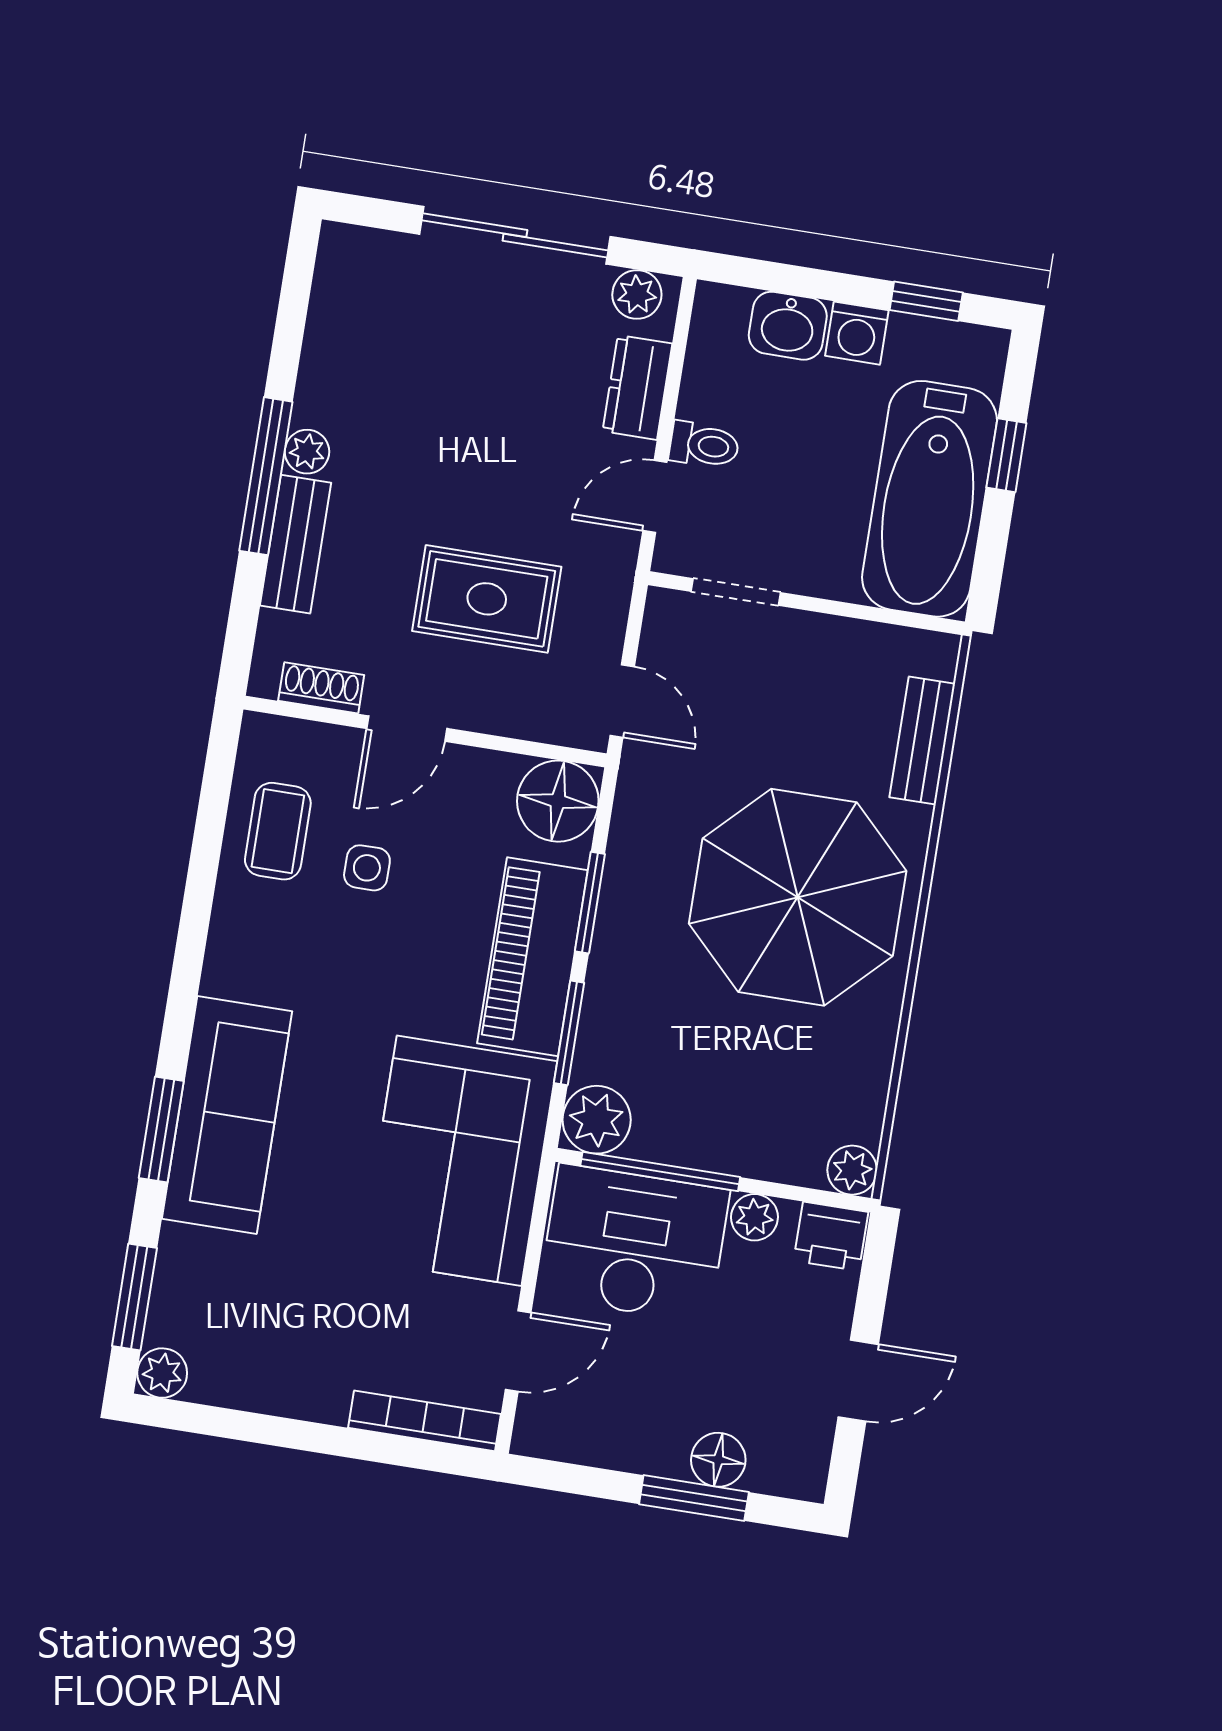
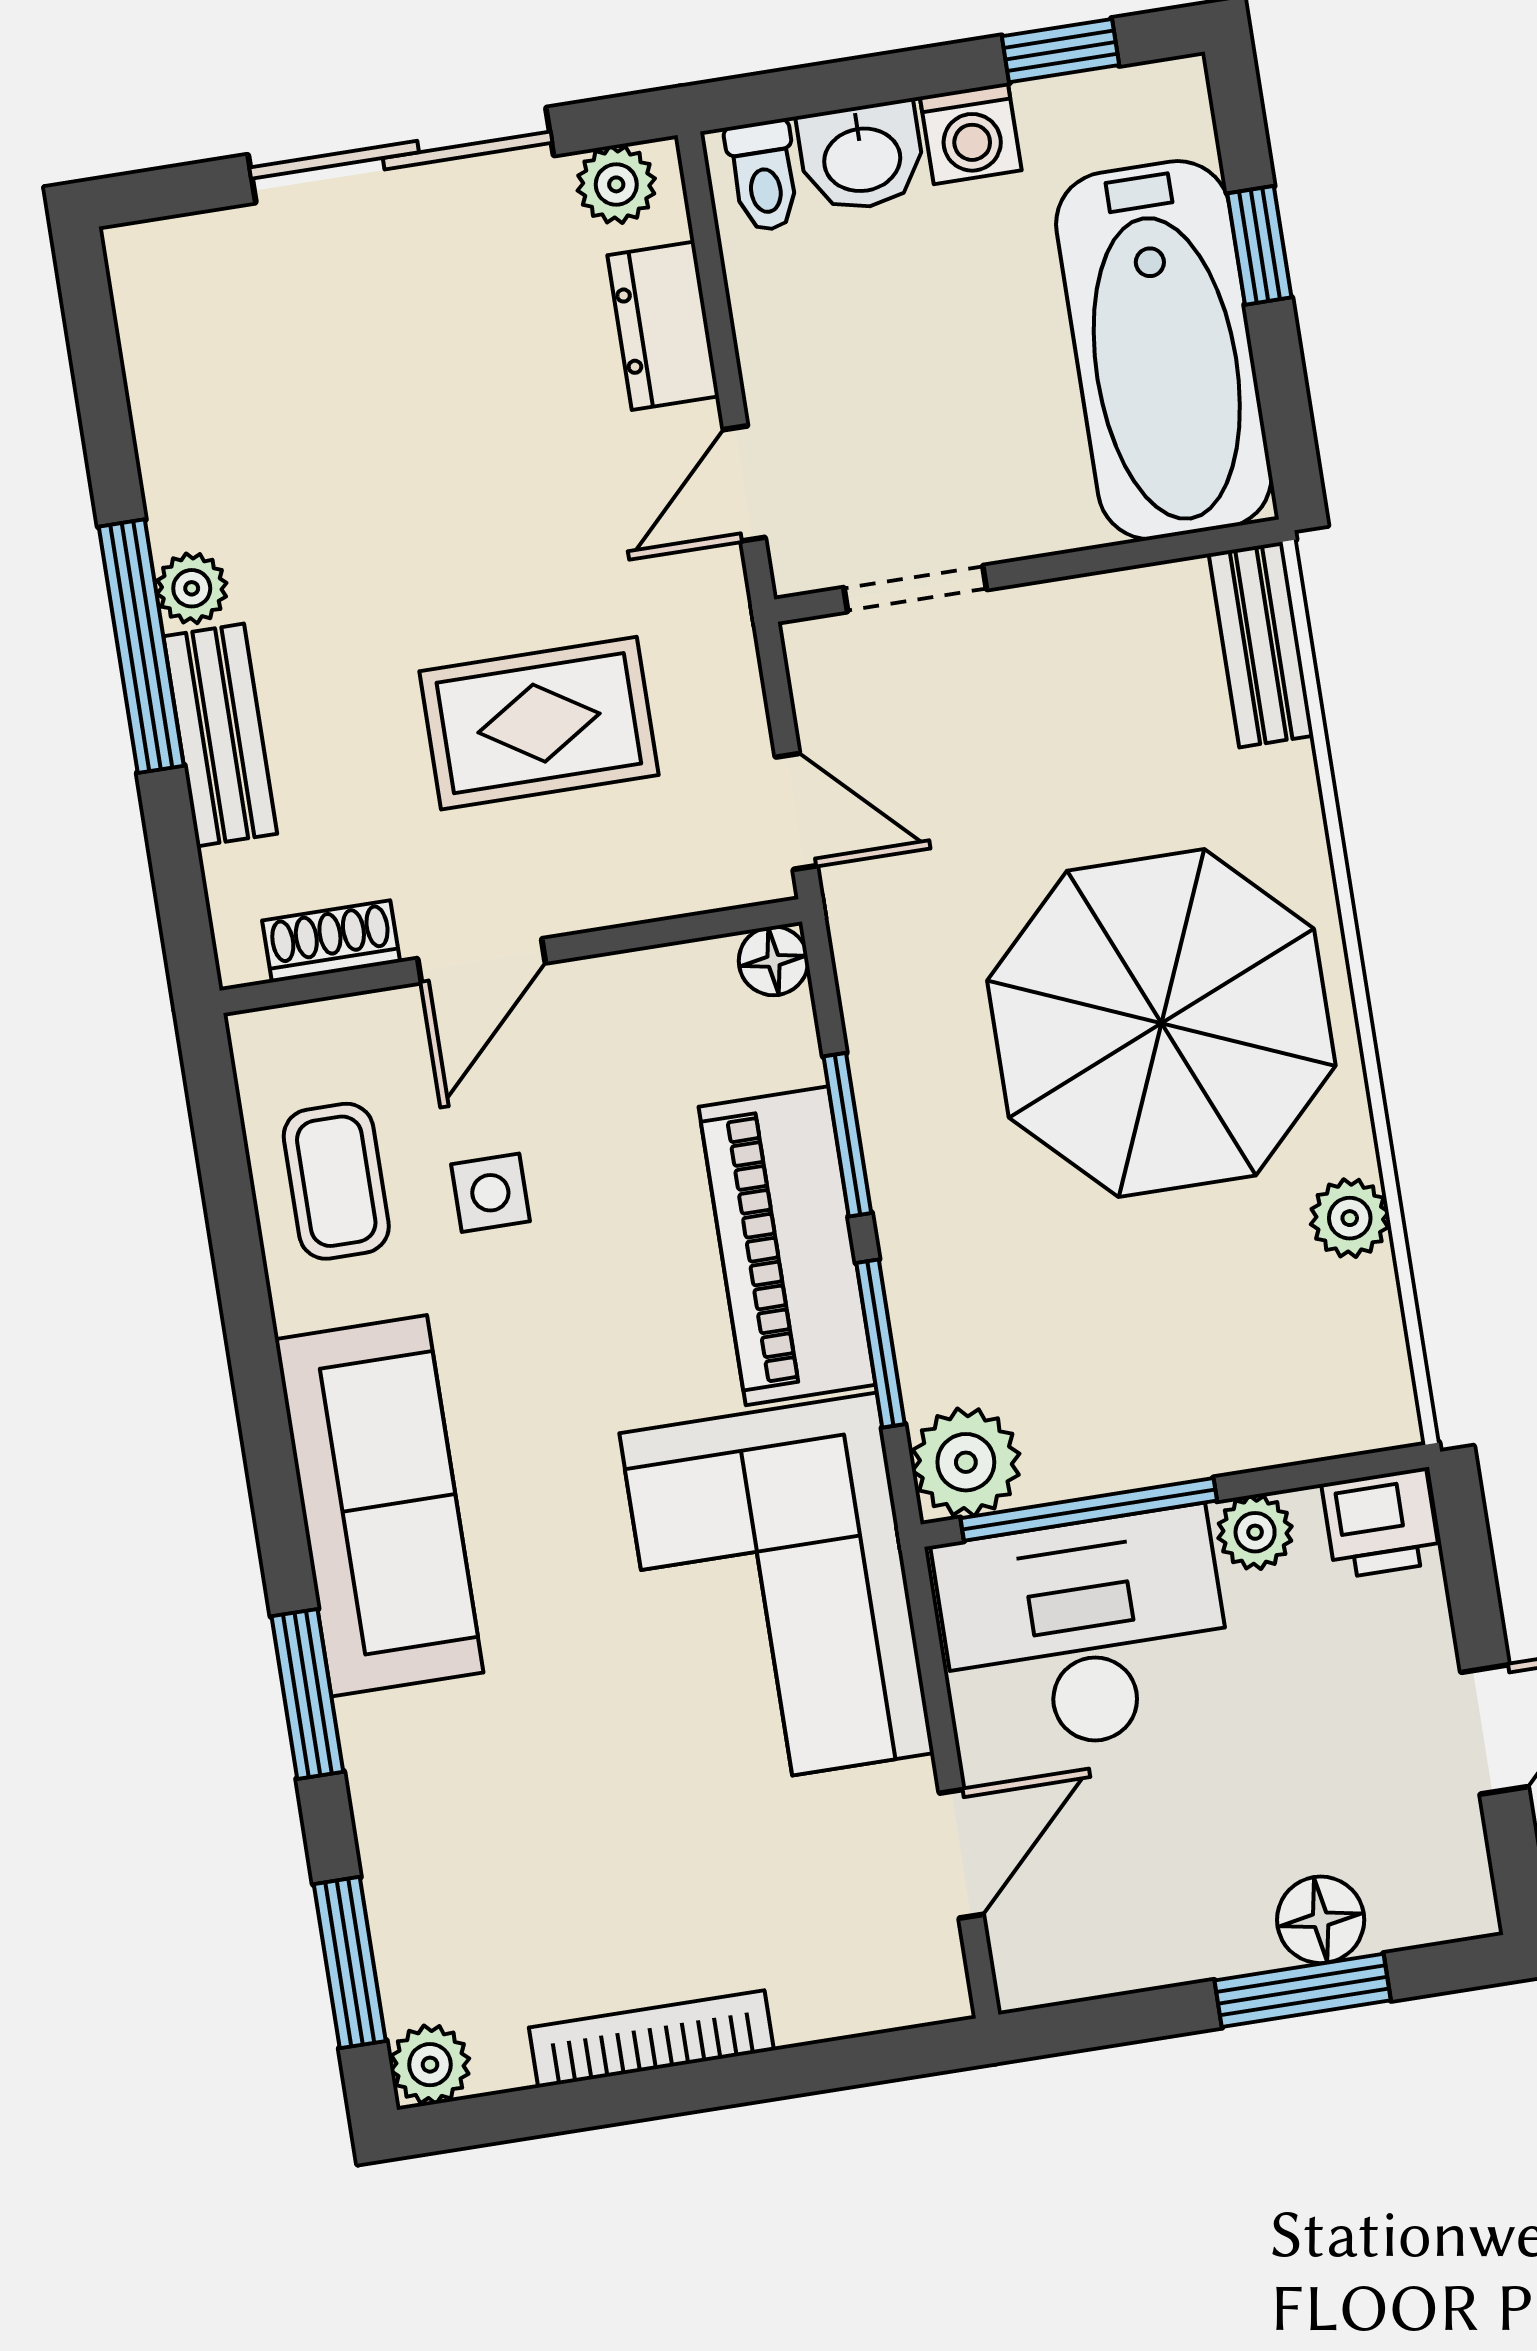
toilet: (704, 445) -> (764, 176), moved, turned 90
bench: (922, 741) -> (1261, 645), moved
floor lamp: (558, 801) -> (773, 961), width x0.53, depth x0.53
sofa: (227, 1115) -> (379, 1506), moved
plant: (852, 1170) -> (1350, 1218), moved
bookcase: (424, 1421) -> (651, 2039), moved

